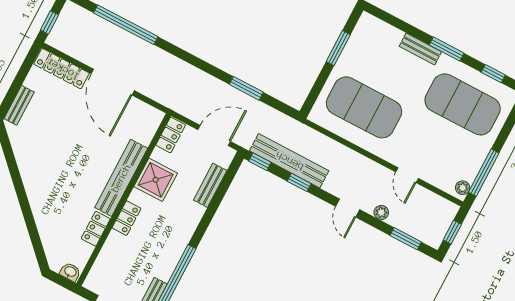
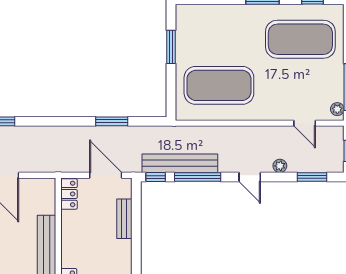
bench: (420, 49) -> (240, 11), removed
door: (214, 136) -> (106, 175), hinge flipped
door: (407, 175) -> (305, 123), moved
shower: (156, 180) -> (76, 238), removed
window: (299, 182) -> (198, 177), width x2.17

